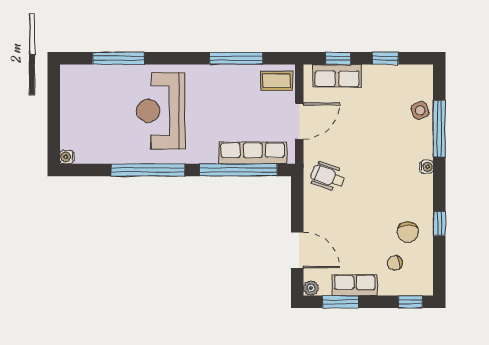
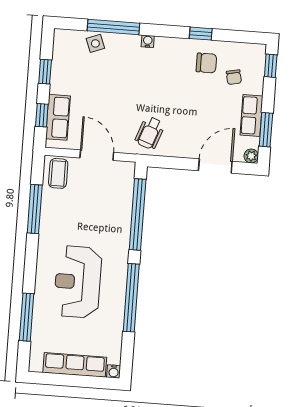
reception desk: (161, 111) -> (78, 282), turned 90
row of seats: (253, 153) -> (75, 365), moved, turned 90

